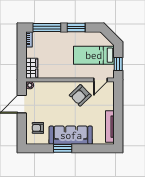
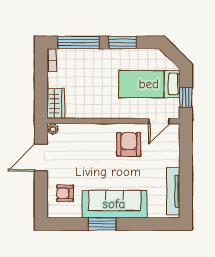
armchair: (80, 95) -> (129, 144), turned 134

